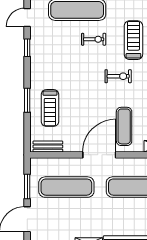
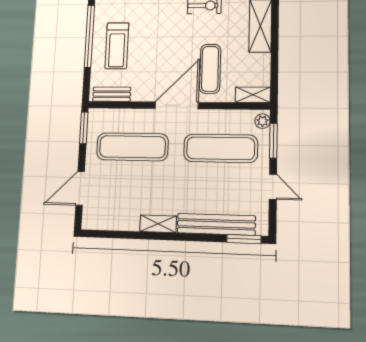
window: (27, 100) -> (89, 36), width x2.11
window: (27, 186) -> (84, 128), moved

